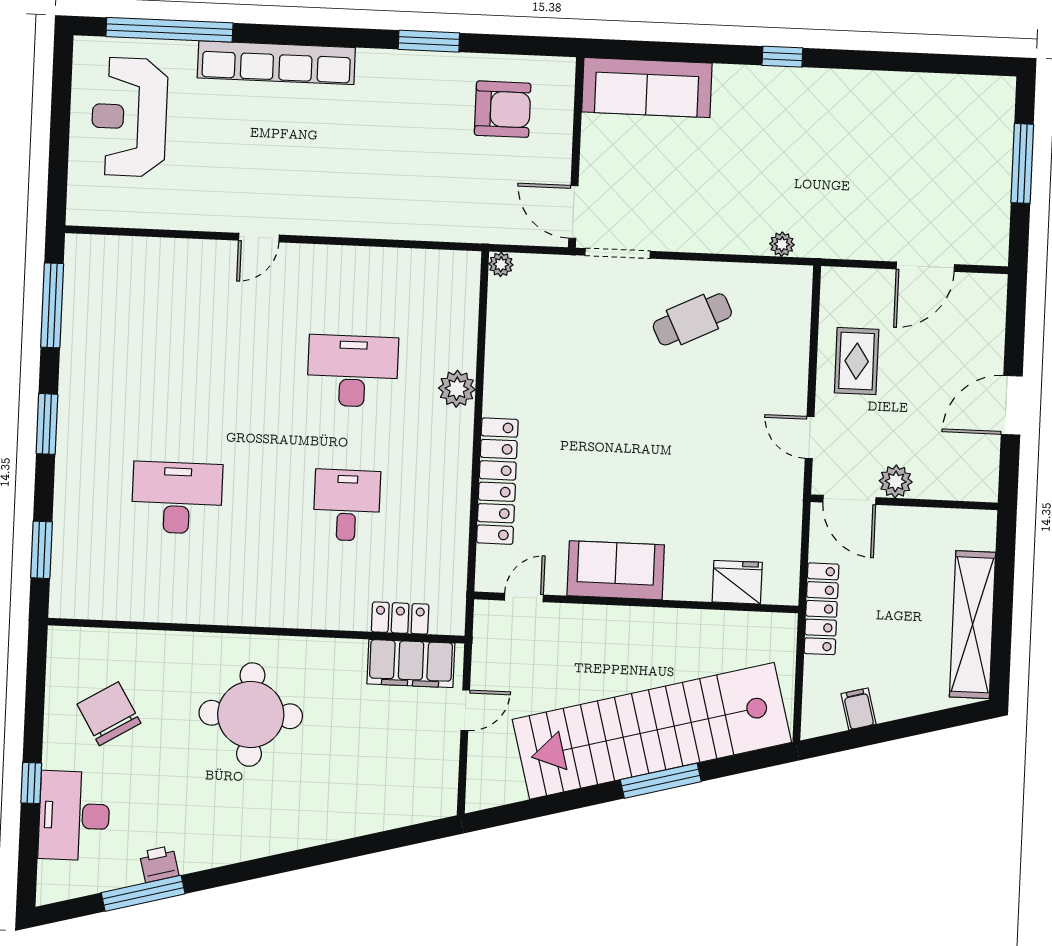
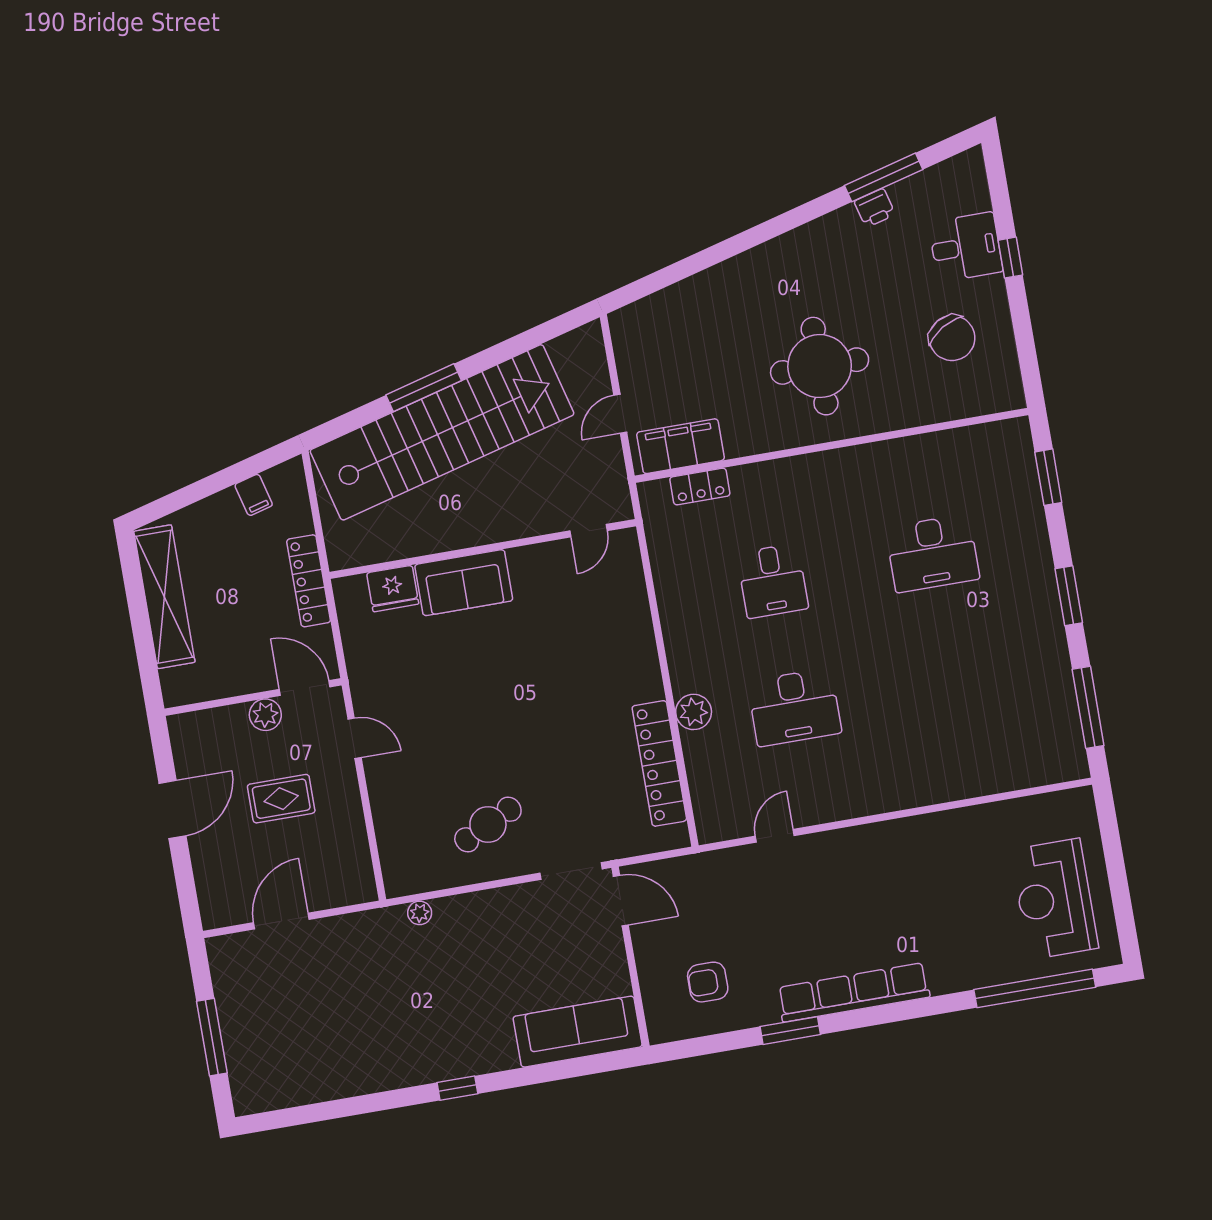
row of seats: (276, 63) -> (854, 992), moved
armchair: (503, 109) -> (708, 982), width x0.72, depth x0.72
reception desk: (129, 117) -> (1054, 899), turned 180
door: (259, 238) -> (775, 836), moved
plant: (501, 264) -> (678, 837), removed
rug: (857, 361) -> (281, 799), moved, turned 90
locker: (497, 481) -> (659, 763), moved
sofa: (616, 570) -> (464, 583), moved
desk: (74, 816) -> (966, 247), width x0.73

